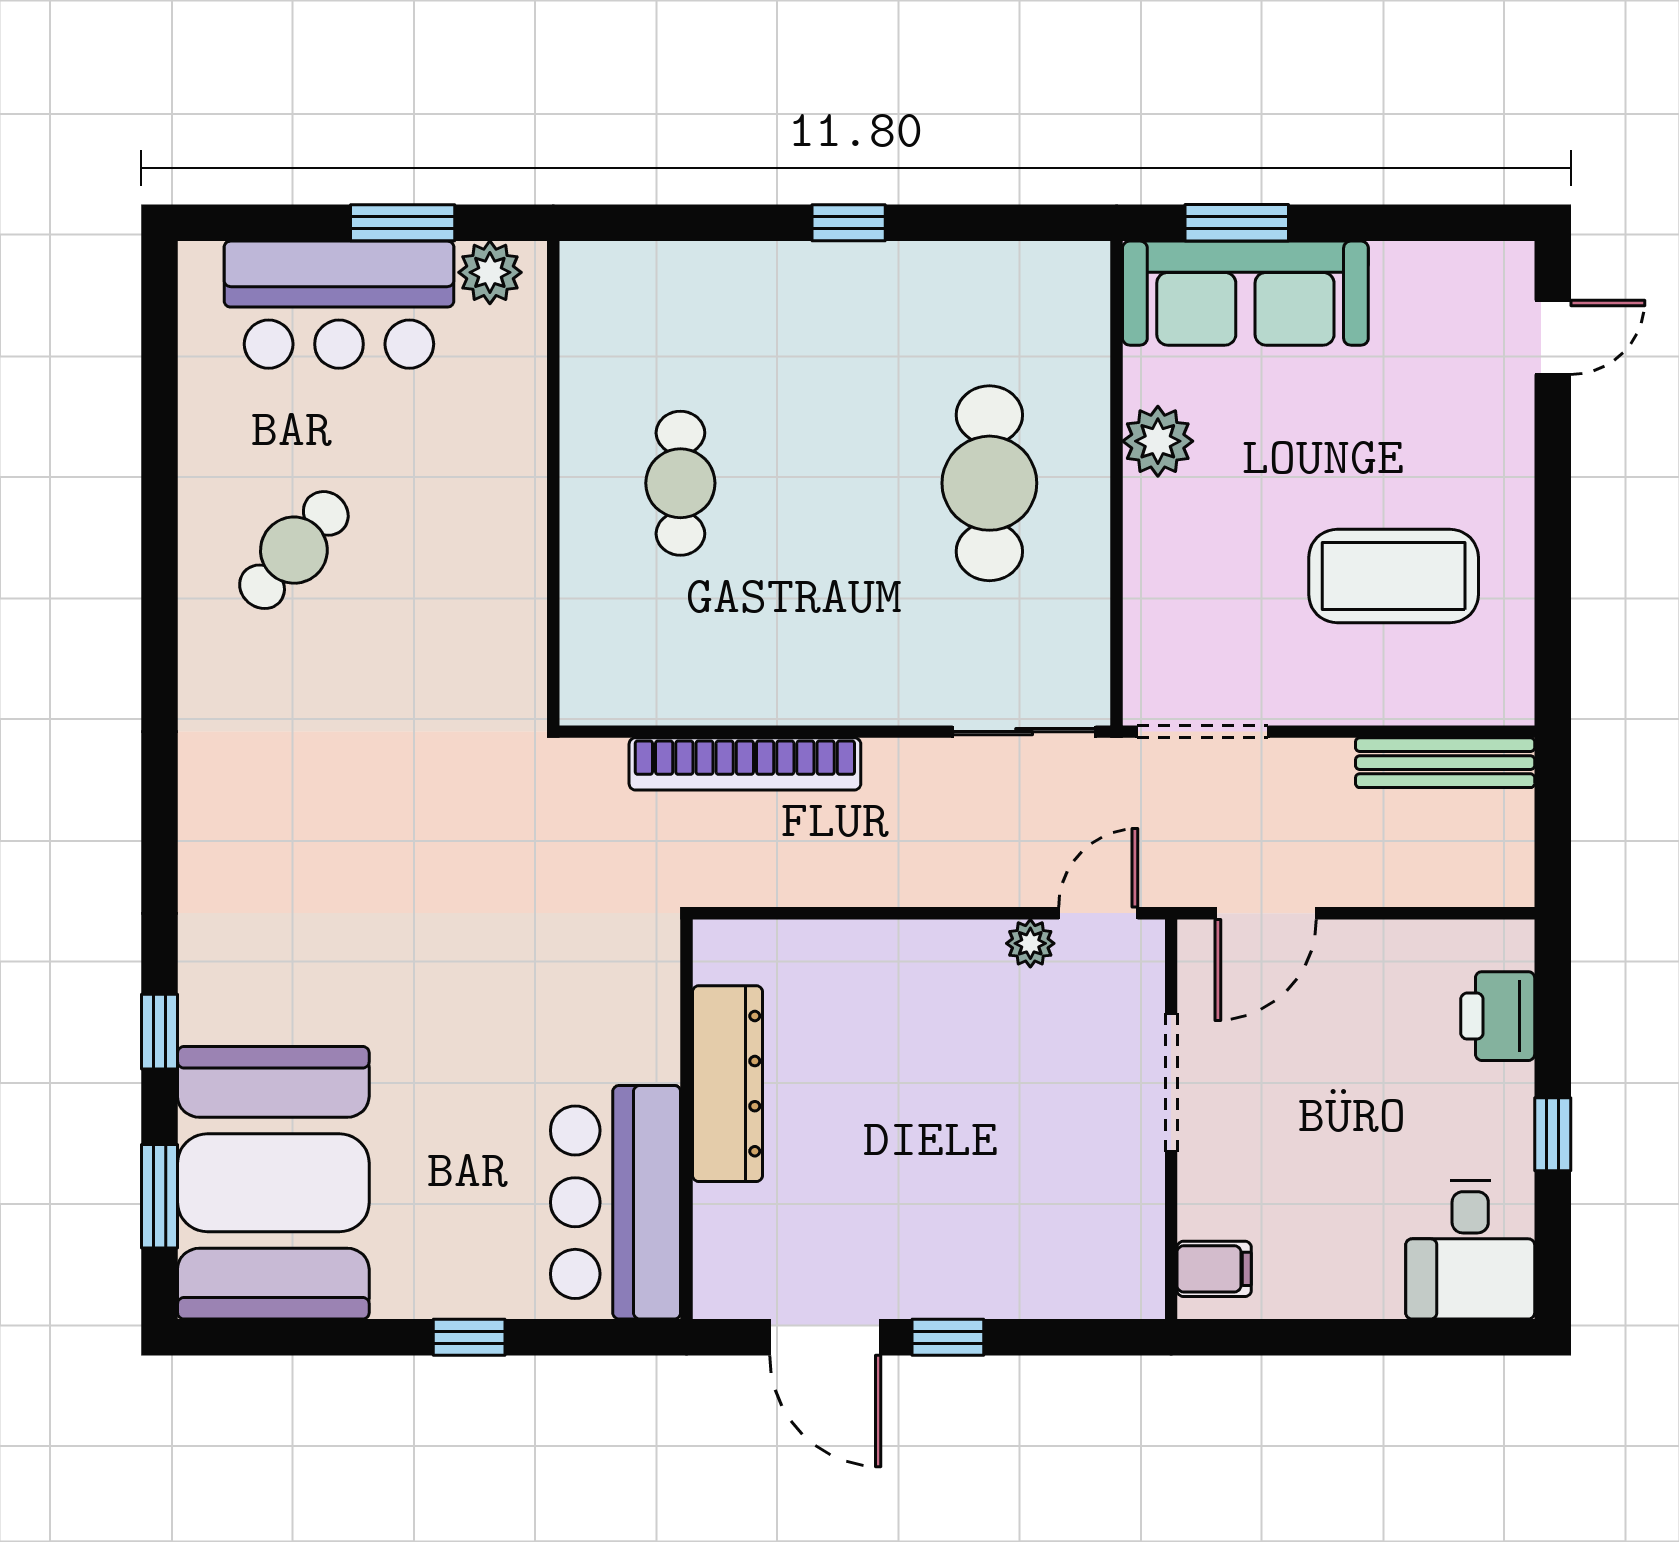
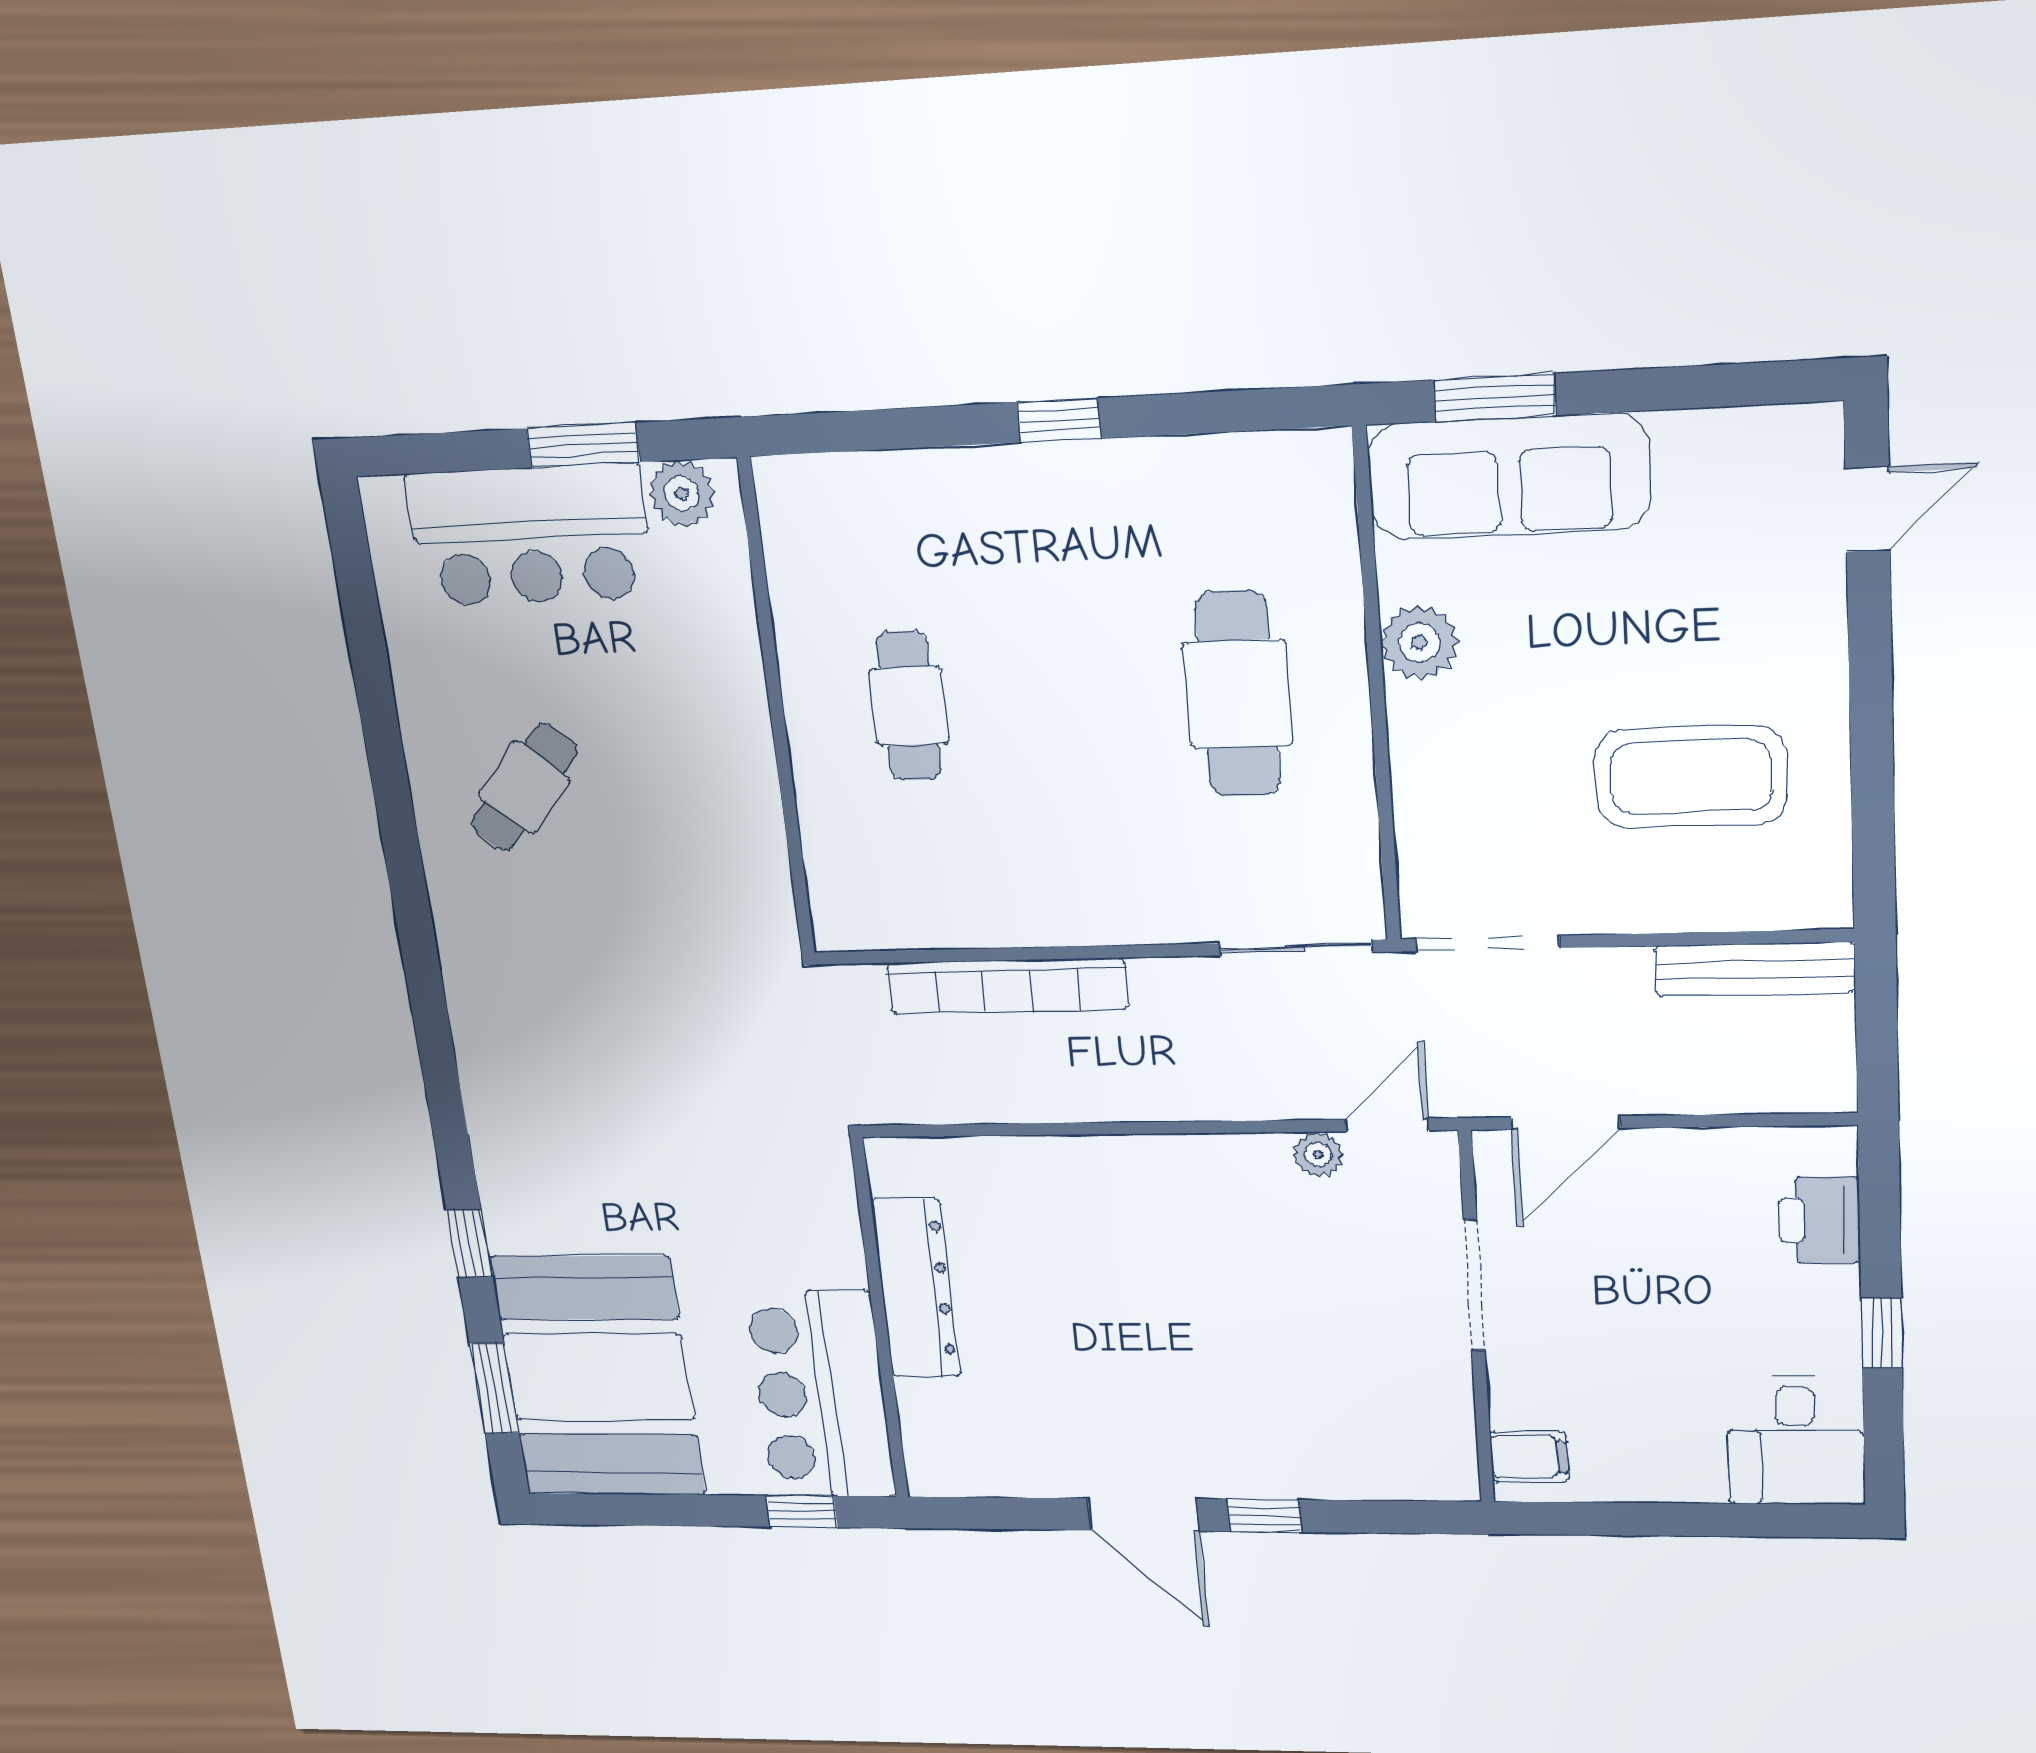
dresser: (728, 1084) -> (916, 1288), moved
wall: (686, 1119) -> (880, 1321), moved
bar counter: (615, 1202) -> (821, 1394), moved

